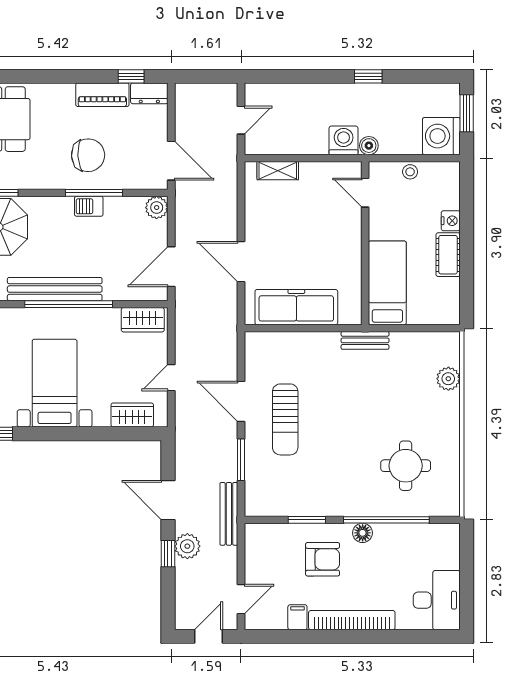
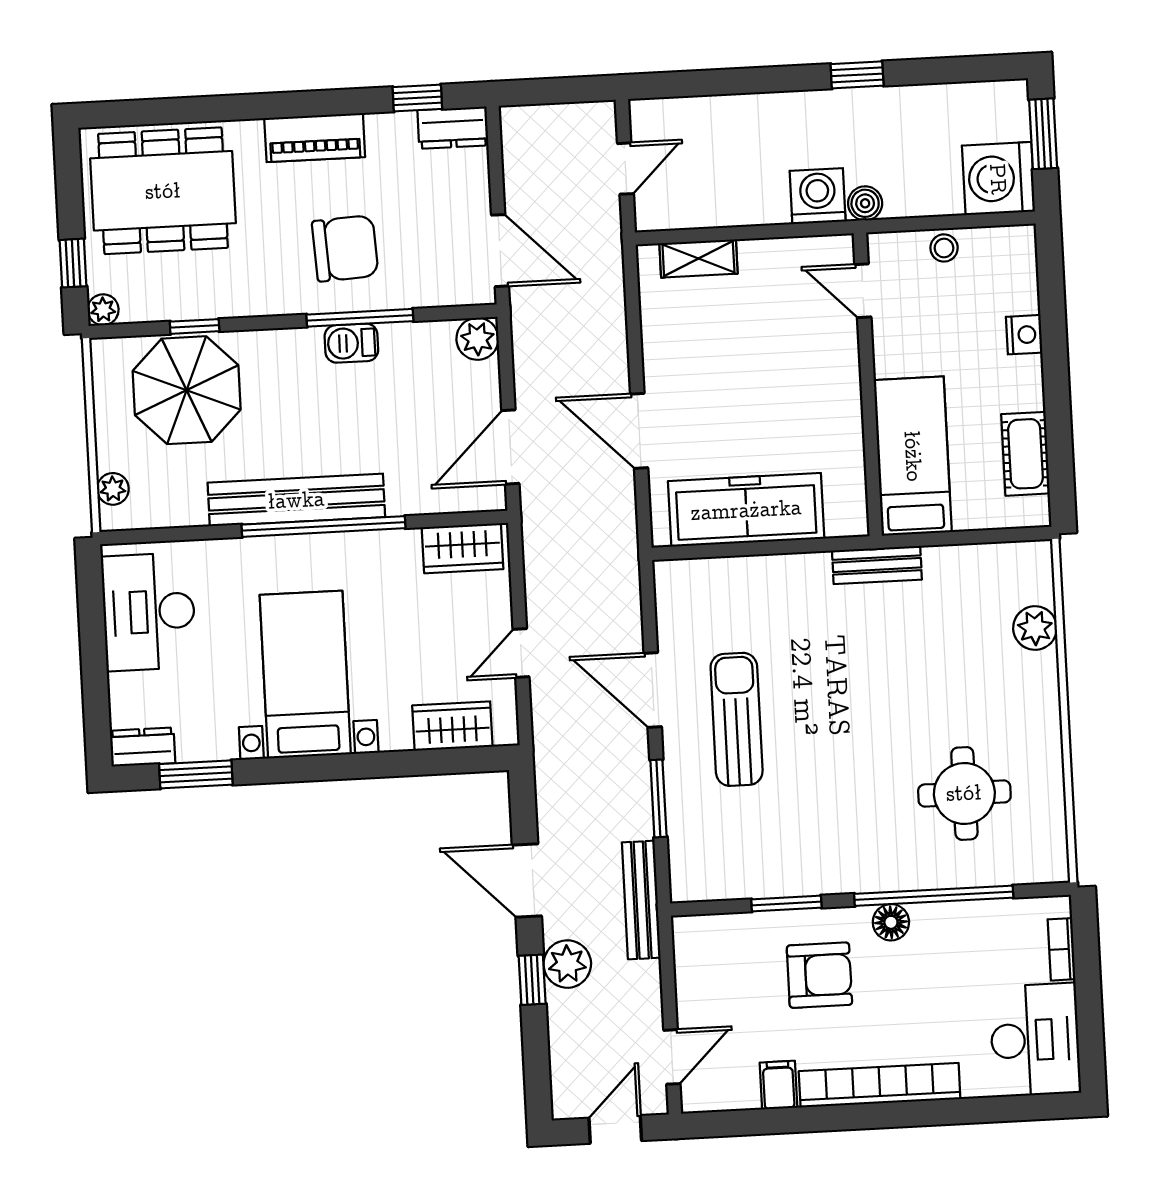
piano: (102, 95) -> (315, 138), moved
cot: (448, 255) -> (1025, 454), moved
sun lounger: (285, 419) -> (737, 719), turned 180
bookcase: (453, 552) -> (1061, 949), added

